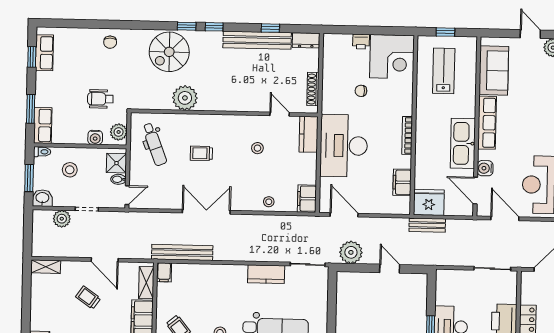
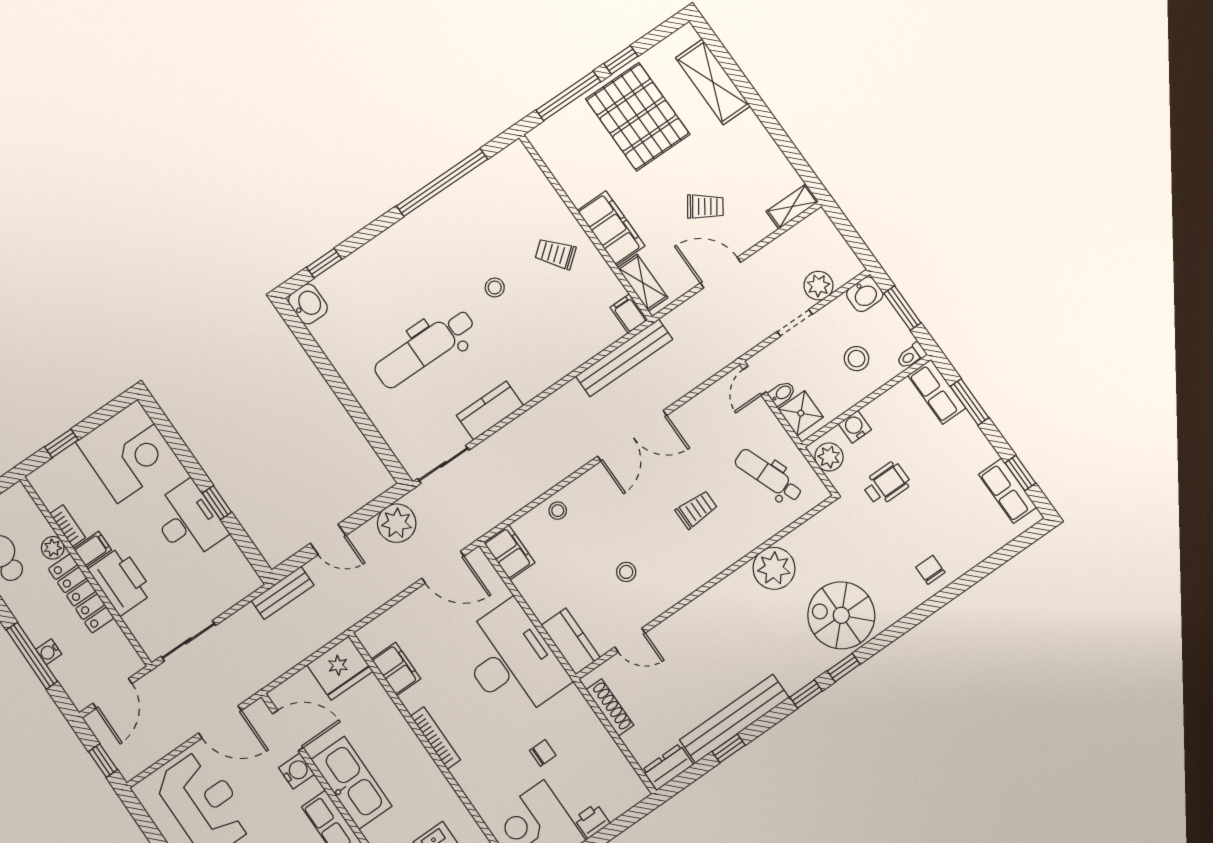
spiral stairs: (169, 52) -> (841, 615), turned -90
bench: (427, 225) -> (283, 593), moved

